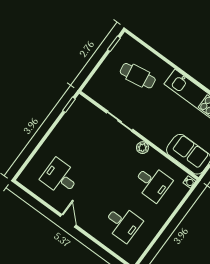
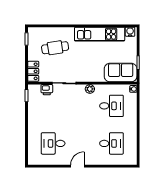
locker: (95, 84) -> (33, 71), added
printer: (96, 114) -> (47, 90), added
door: (68, 221) -> (77, 166), hinge flipped

